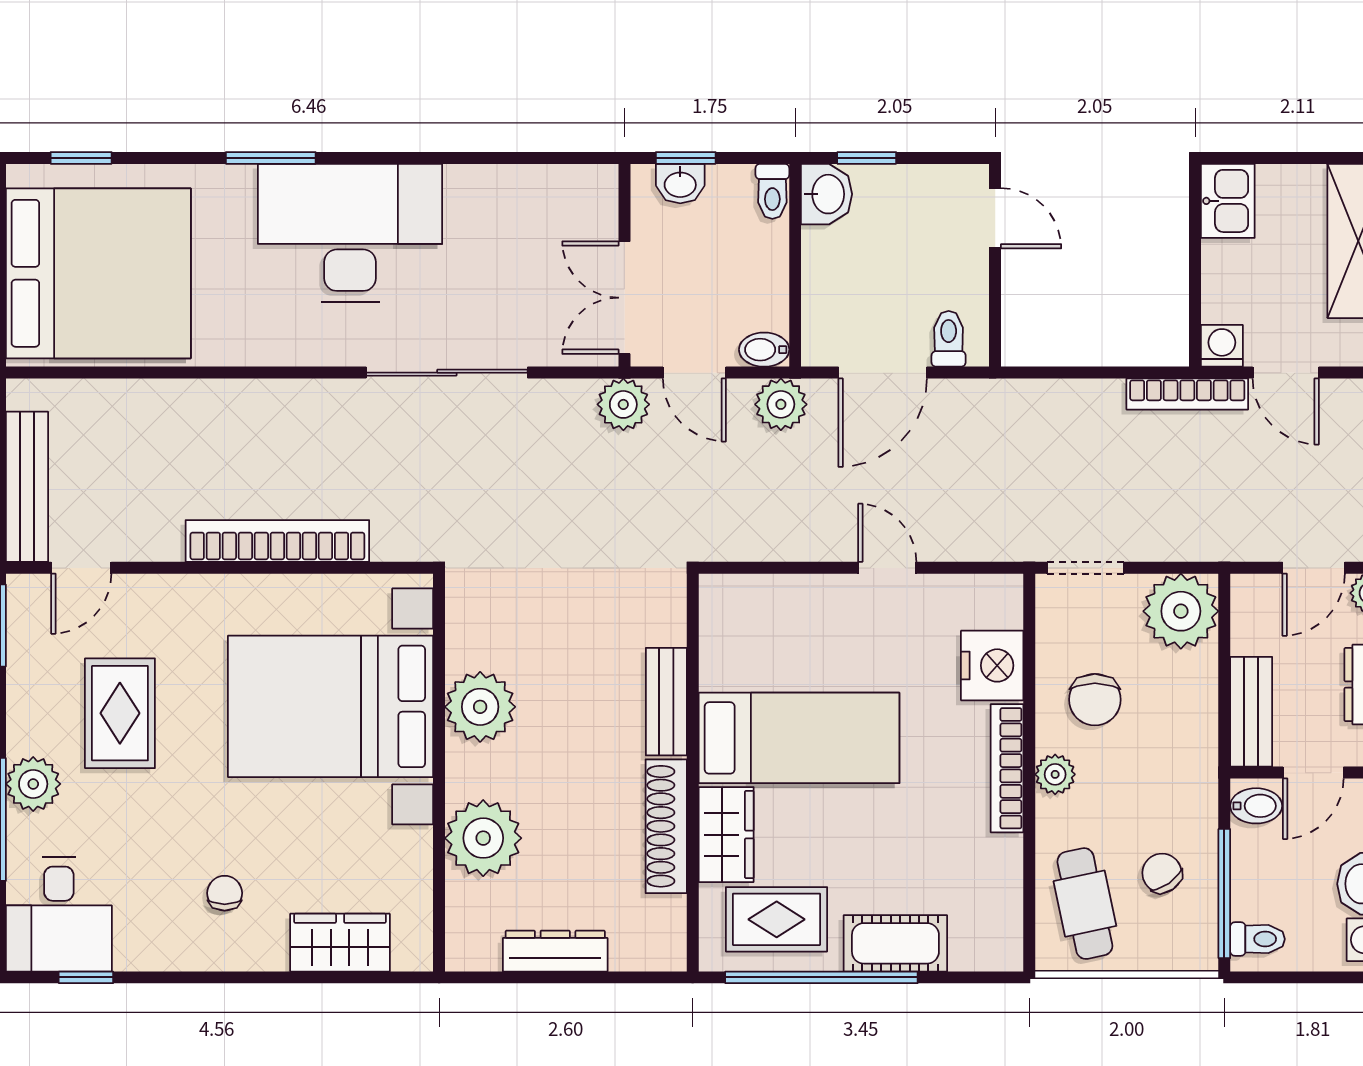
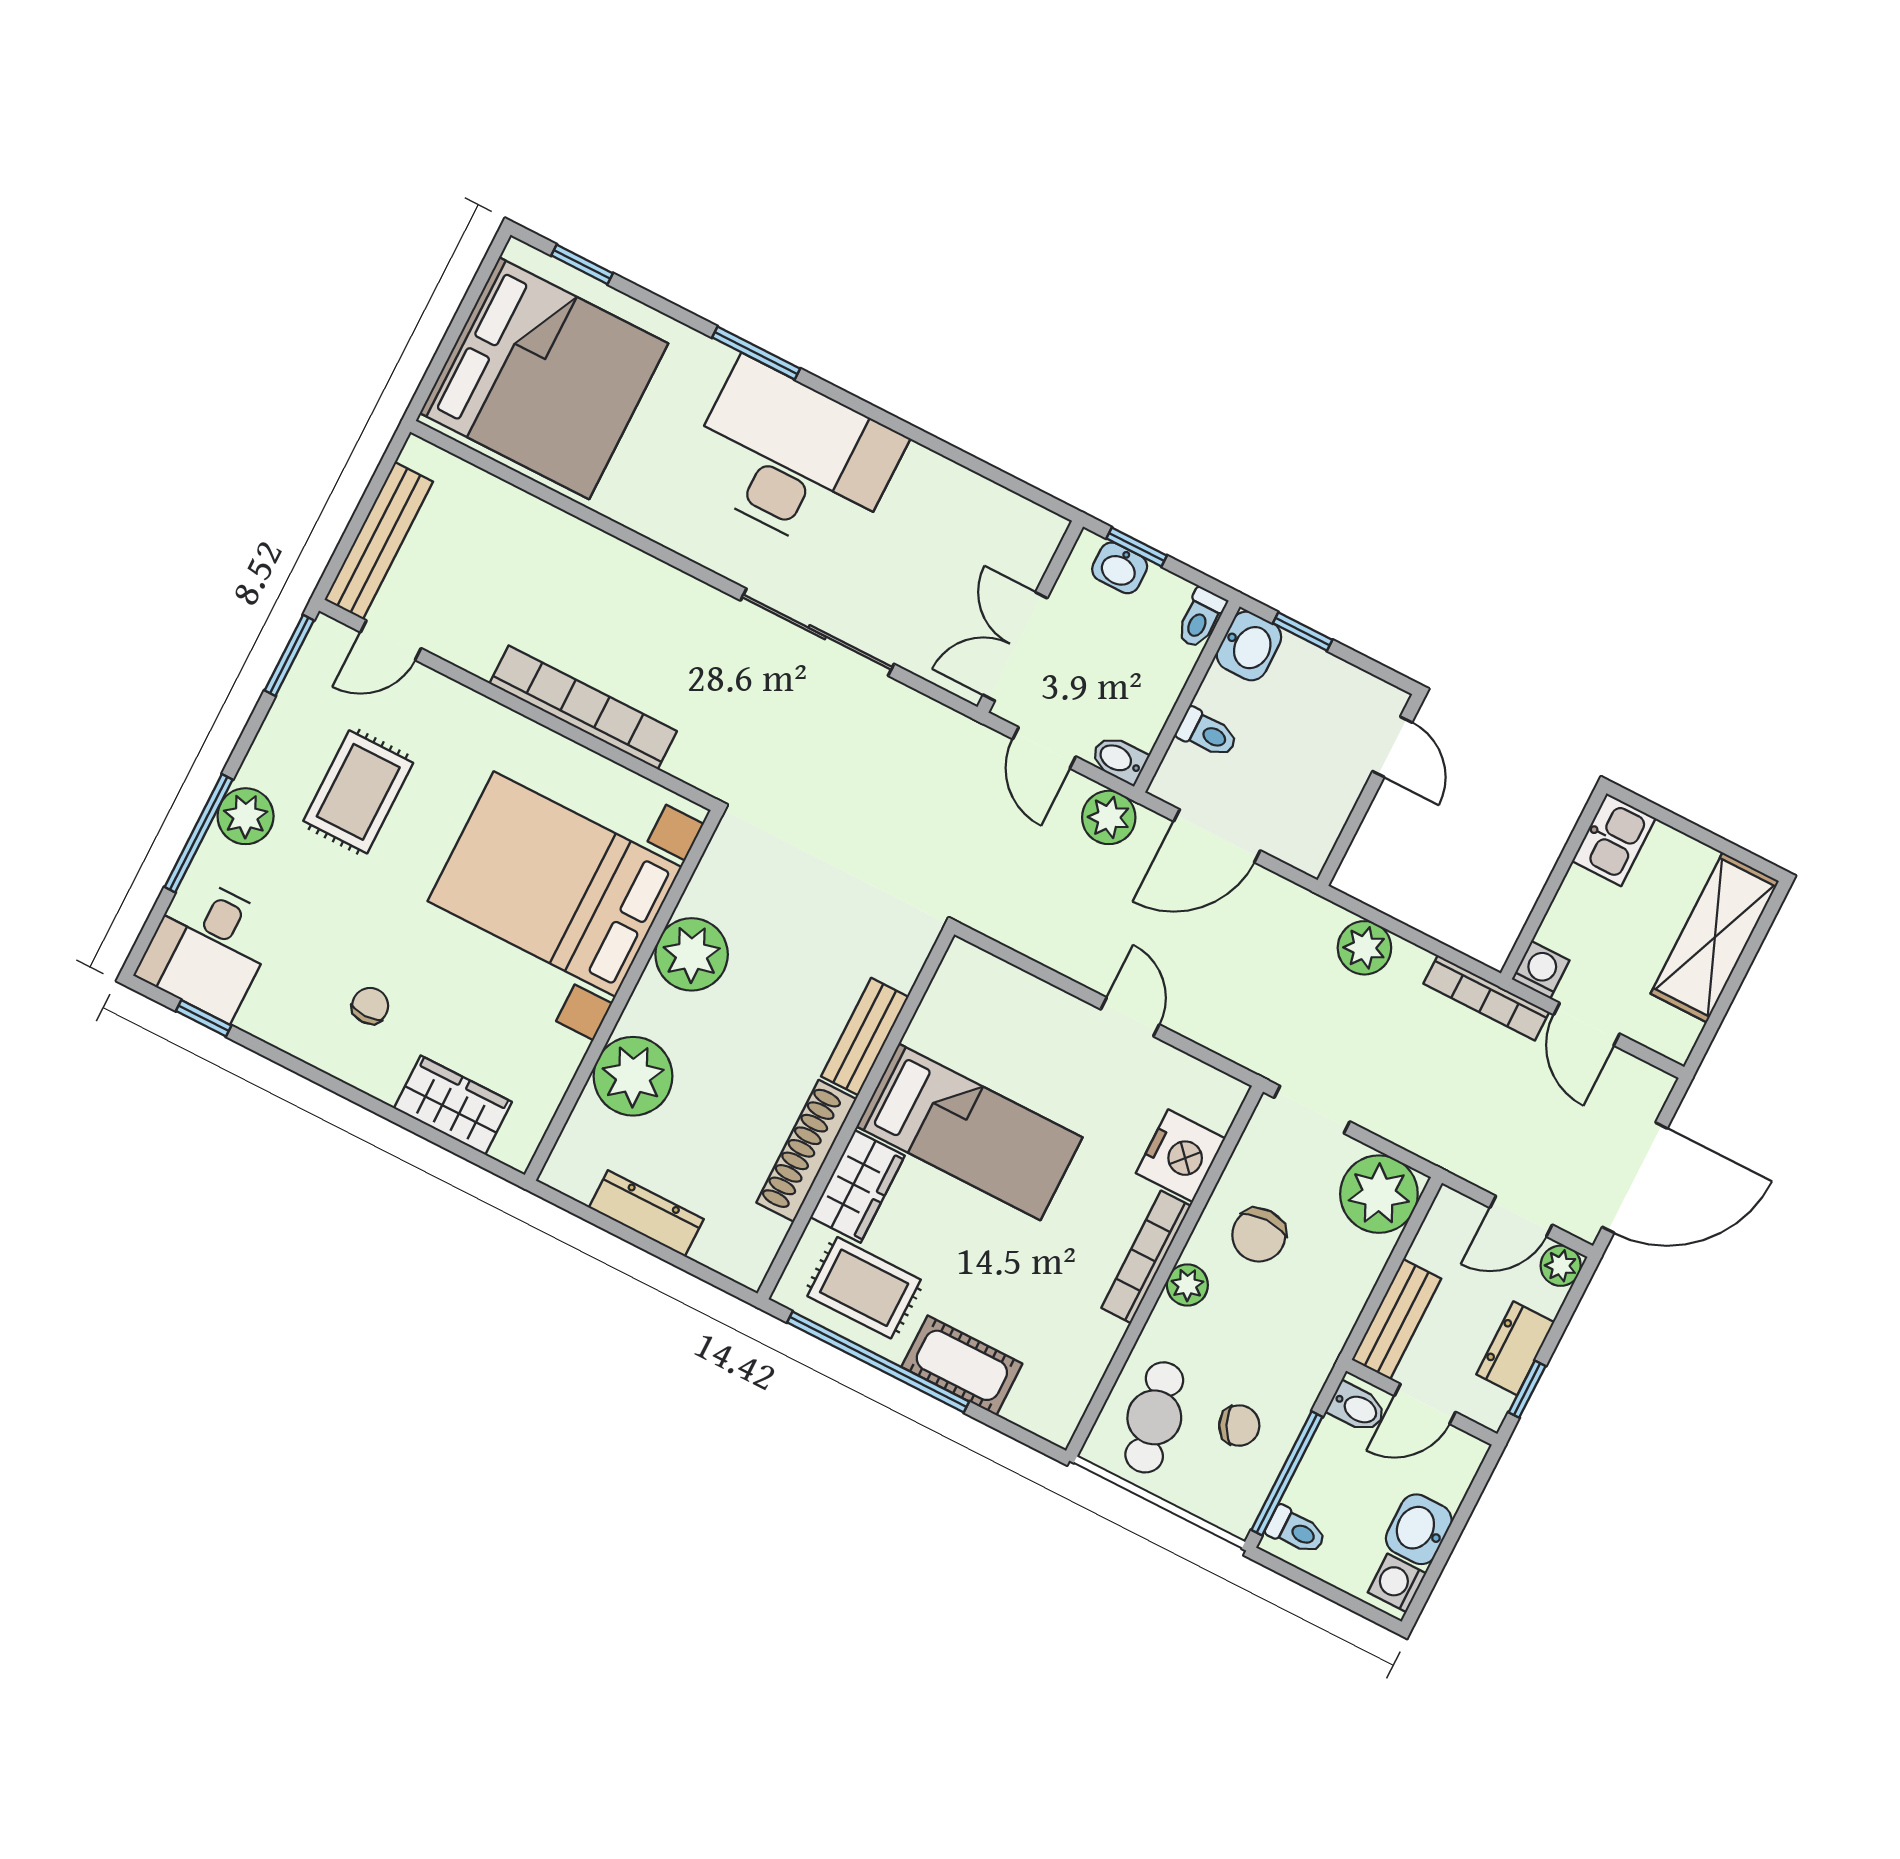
toilet: (949, 339) -> (1207, 733), moved, turned 90
plant: (623, 404) -> (1364, 948), moved
chair: (1162, 873) -> (1239, 1426), turned 100

